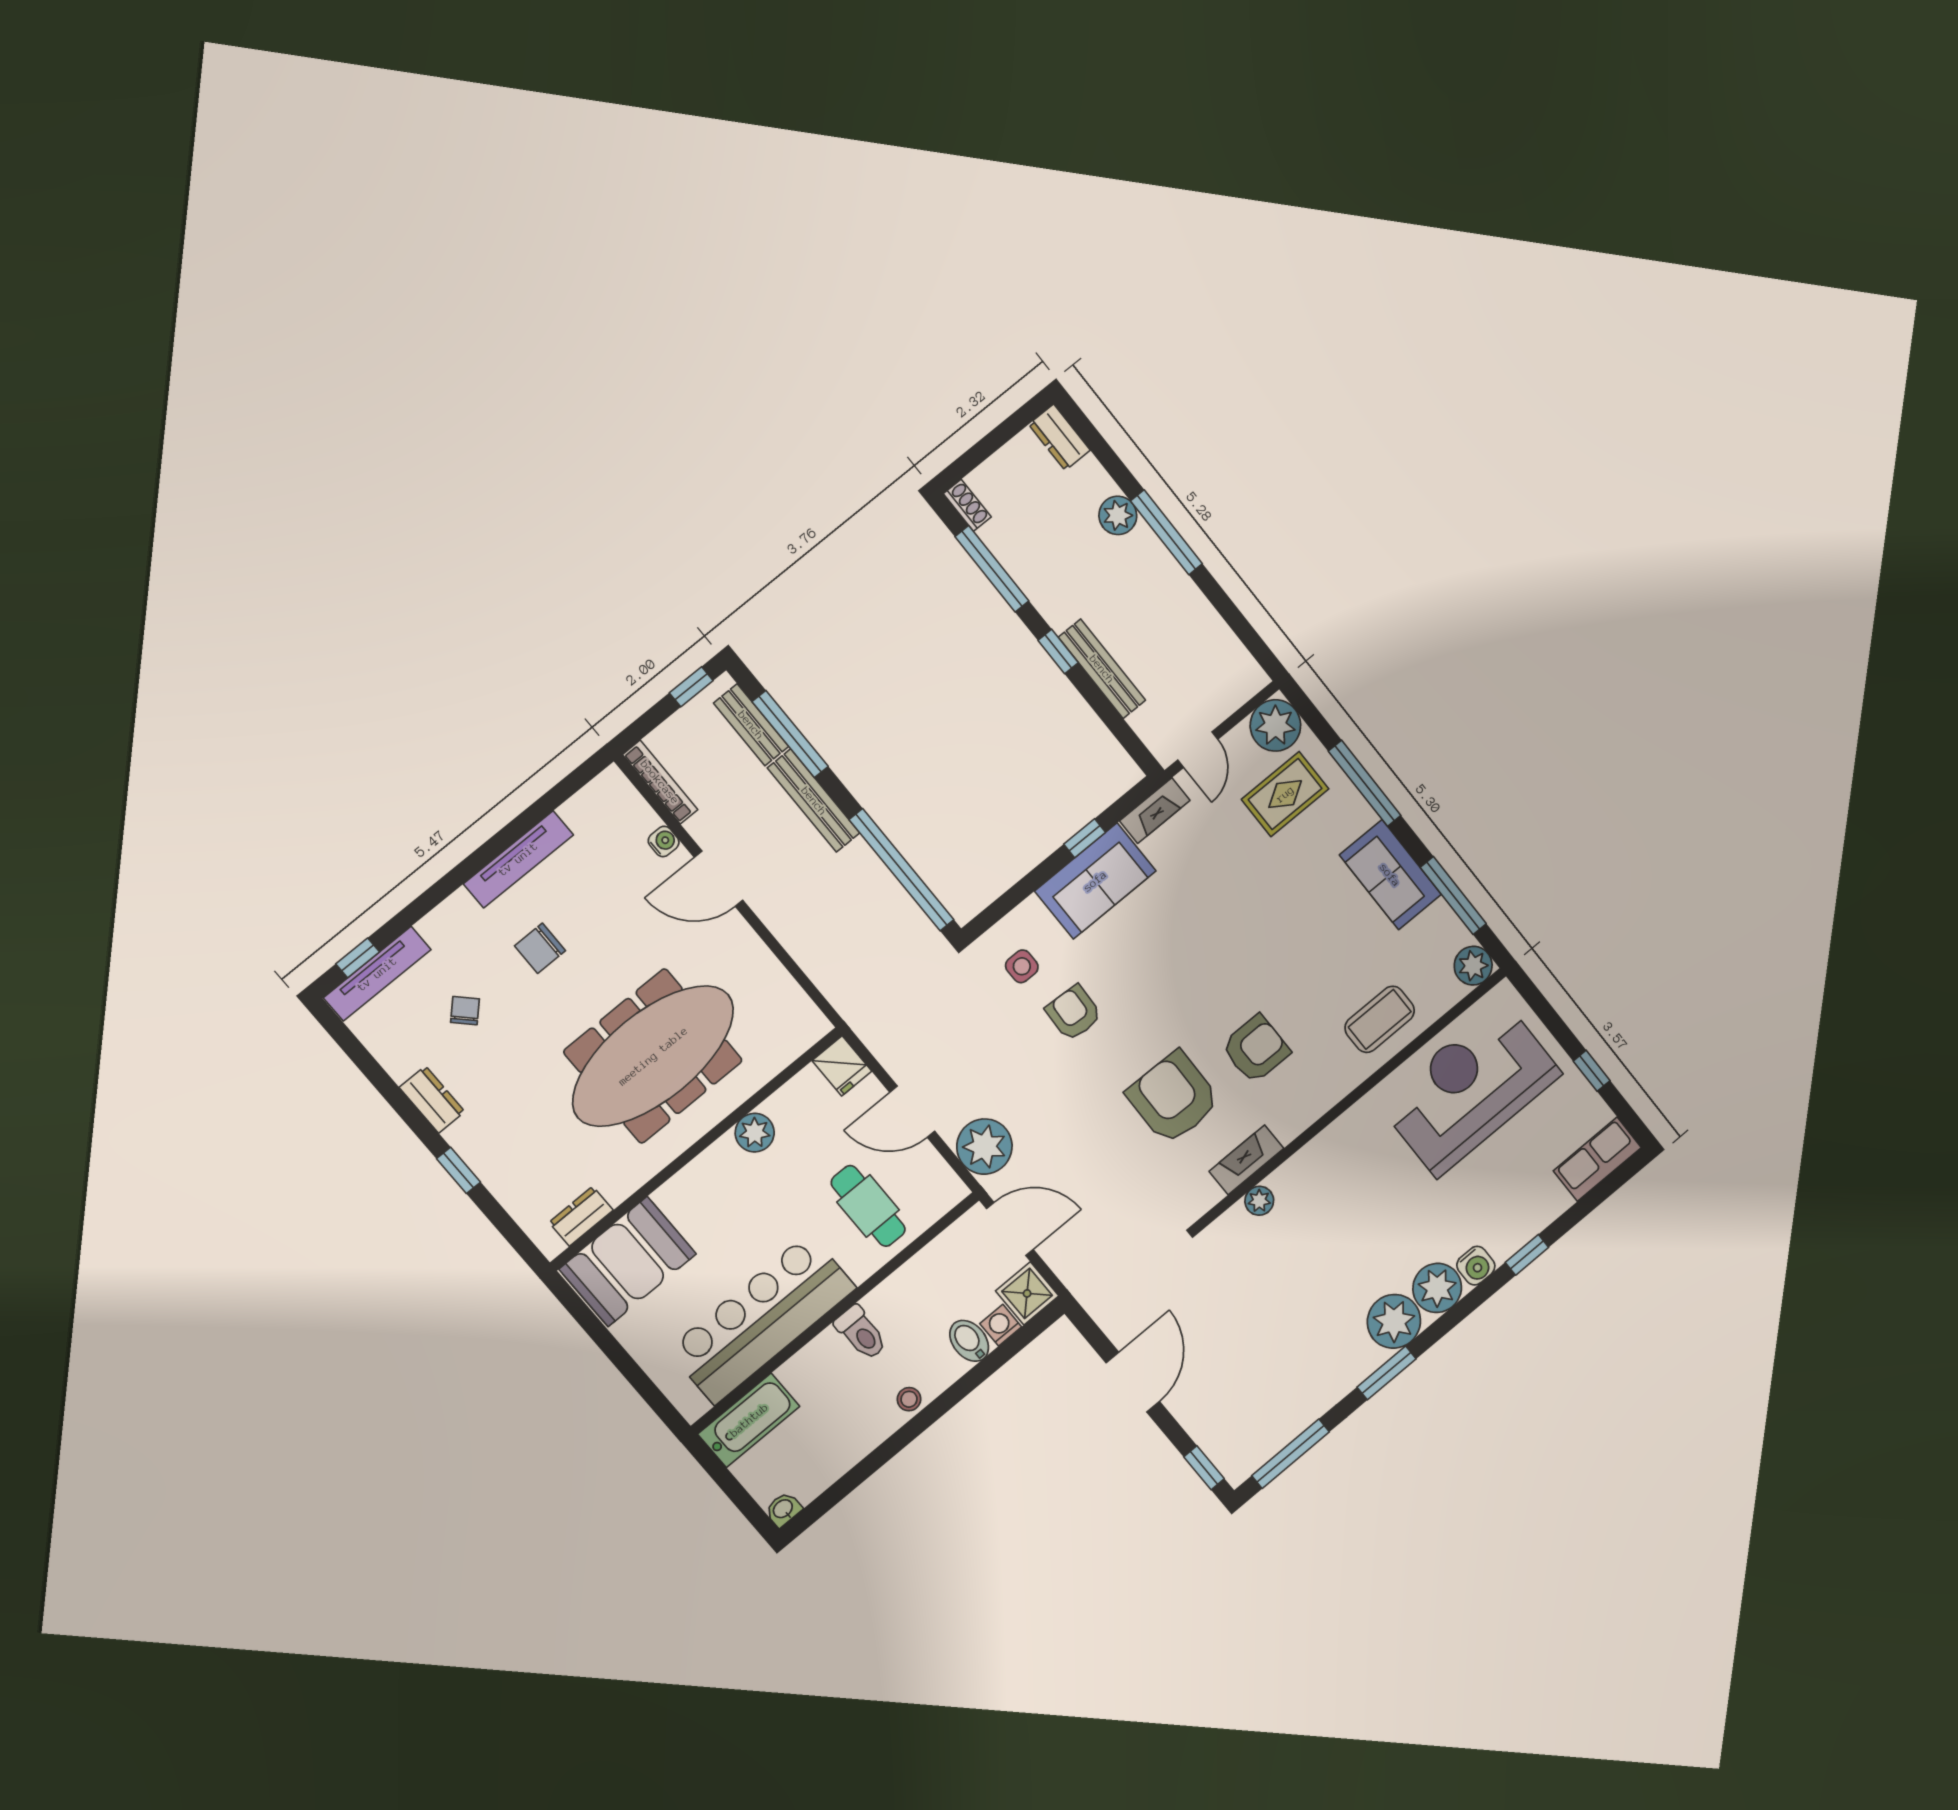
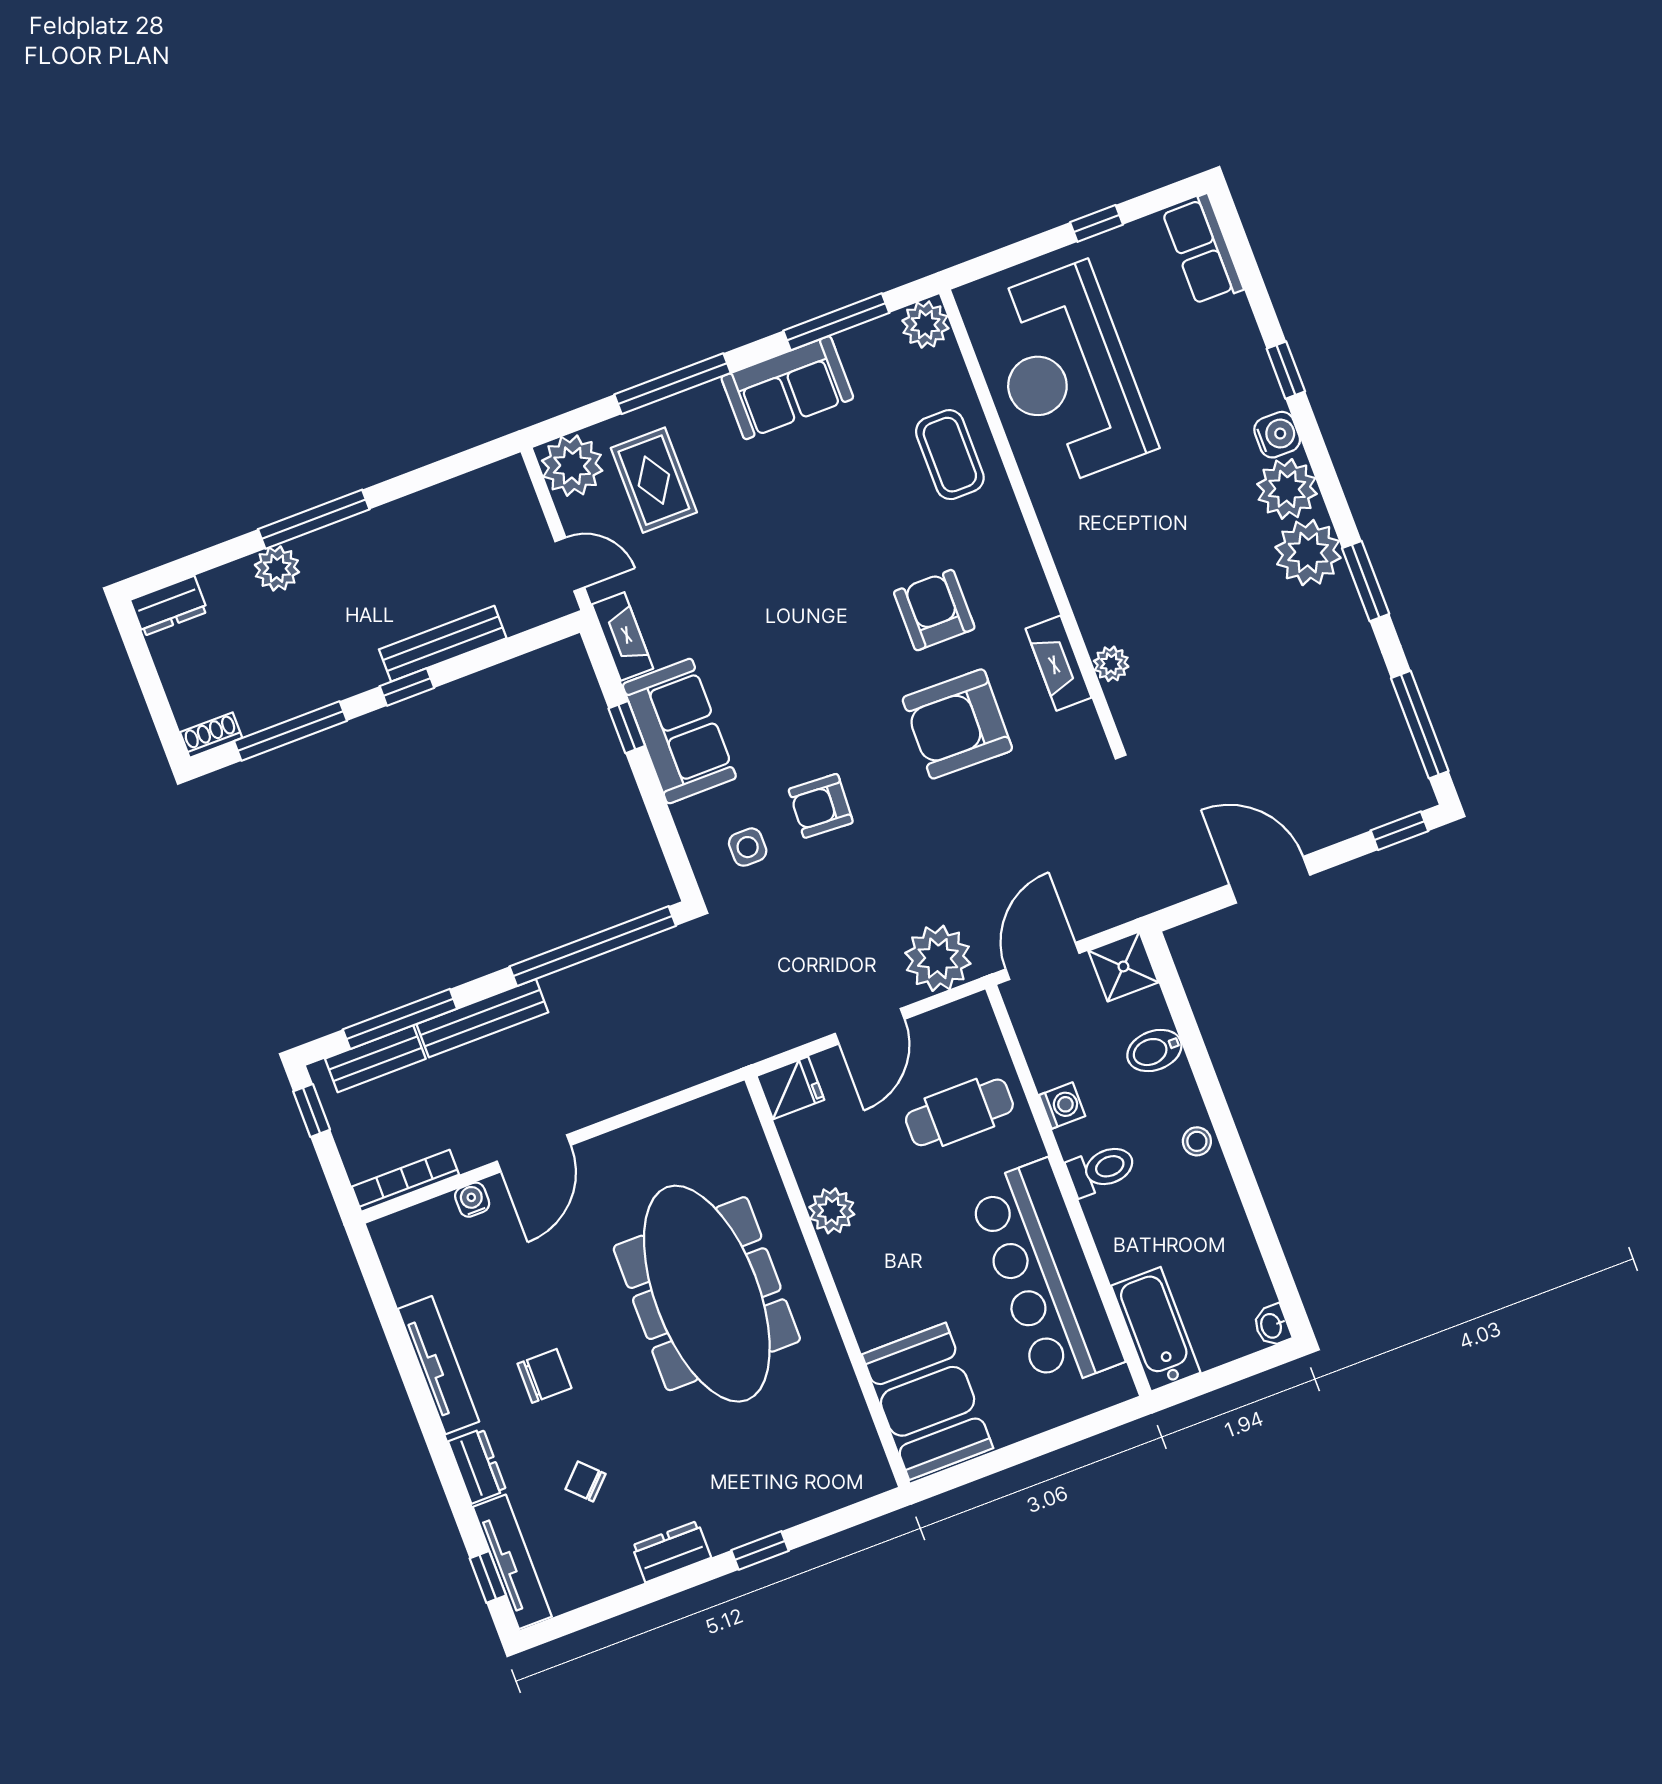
chair: (540, 948) -> (544, 1376), turned -90
dresser: (581, 1216) -> (477, 1466), moved, turned 180
washing machine: (1001, 1325) -> (1062, 1106), moved, turned 180

